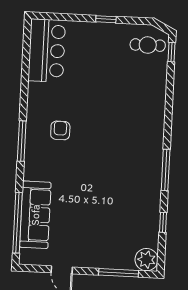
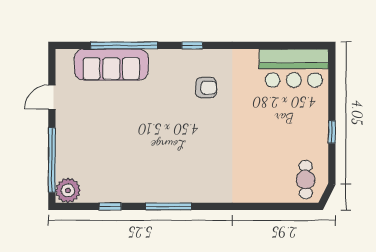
window: (172, 52) -> (299, 206), removed
window: (22, 141) -> (192, 45), width x0.46
window: (17, 223) -> (124, 45), moved
window: (119, 273) -> (52, 160), width x1.46

